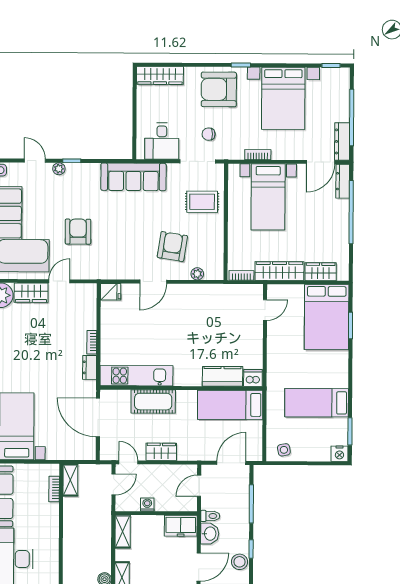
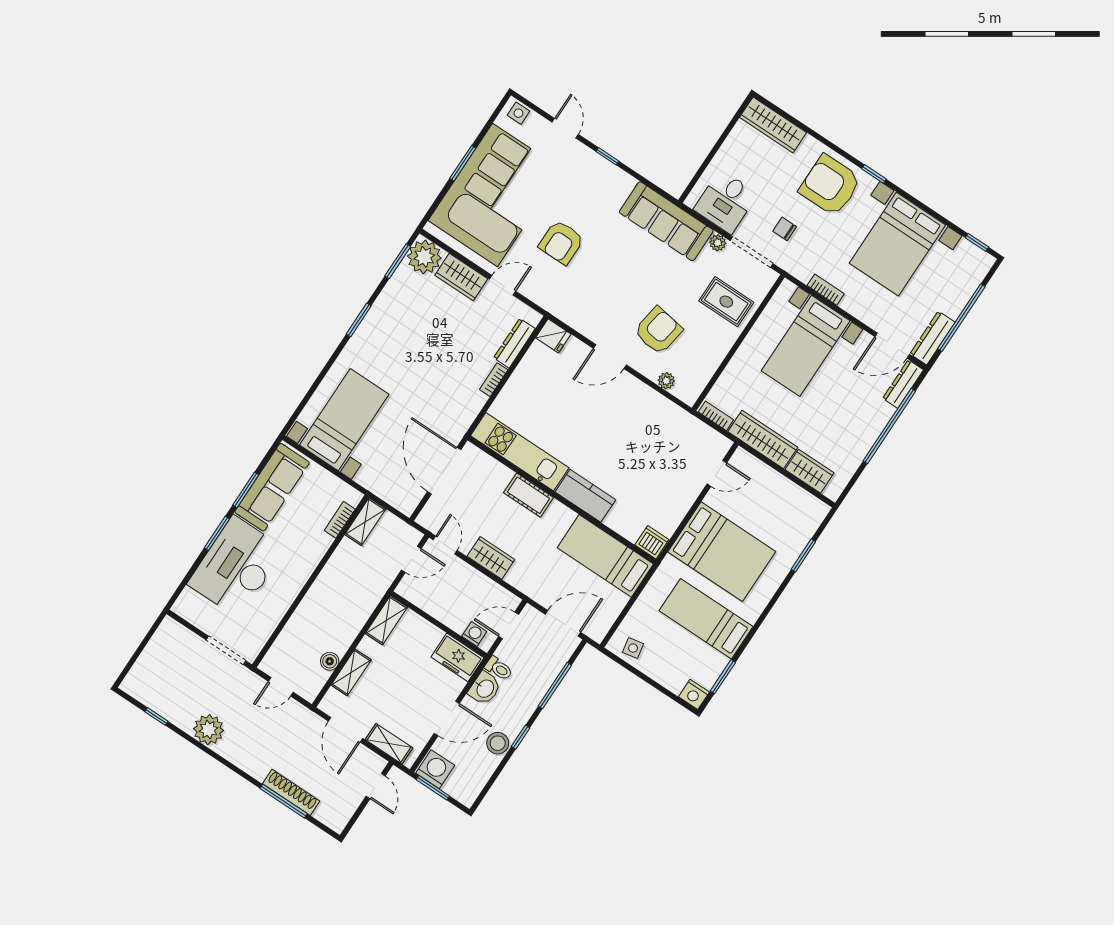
plant: (59, 169) -> (718, 243), moved
armchair: (78, 232) -> (561, 242), turned 180
bed: (327, 317) -> (722, 552), moved, turned -90
dresser: (90, 367) -> (514, 343), moved, width x1.44
kitchen counter: (223, 376) -> (585, 496), moved
cot: (153, 402) -> (529, 495), width x0.73, depth x0.75
washing machine: (147, 505) -> (474, 634), moved

